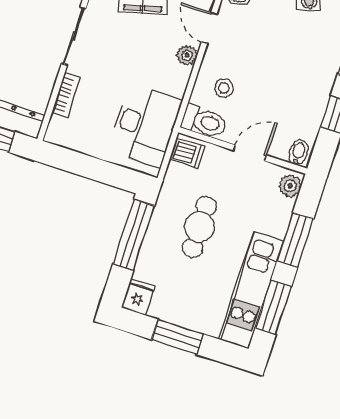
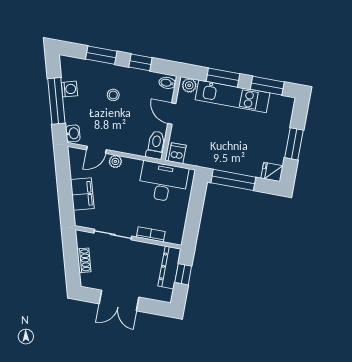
stool: (224, 88) -> (113, 95), moved
cafe table: (199, 227) -> (223, 139), removed
kitchen unit: (251, 290) -> (232, 96), moved

